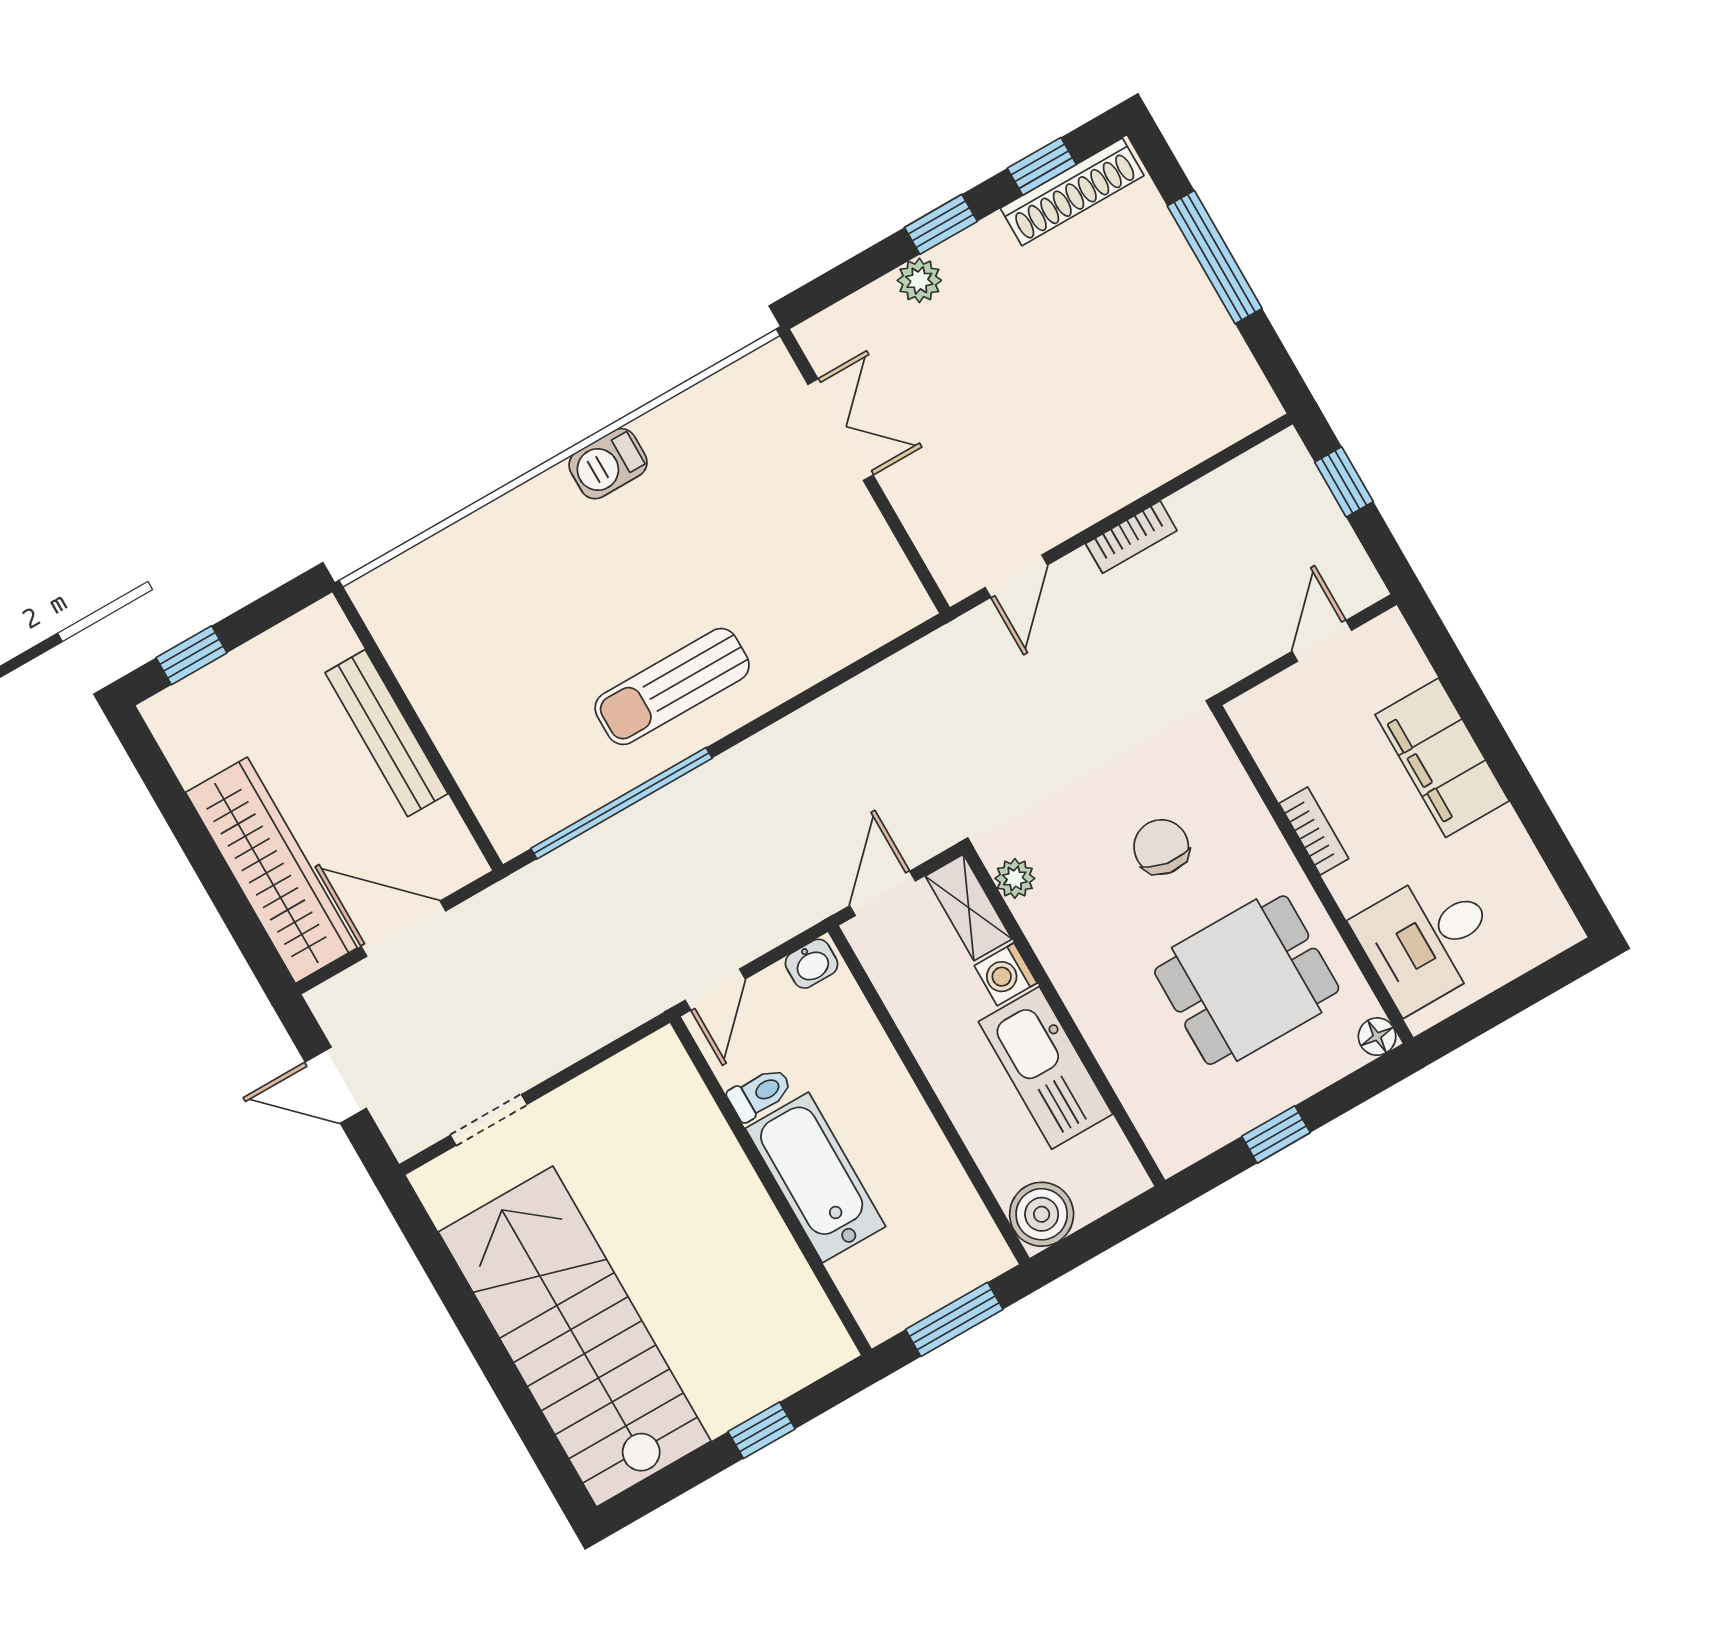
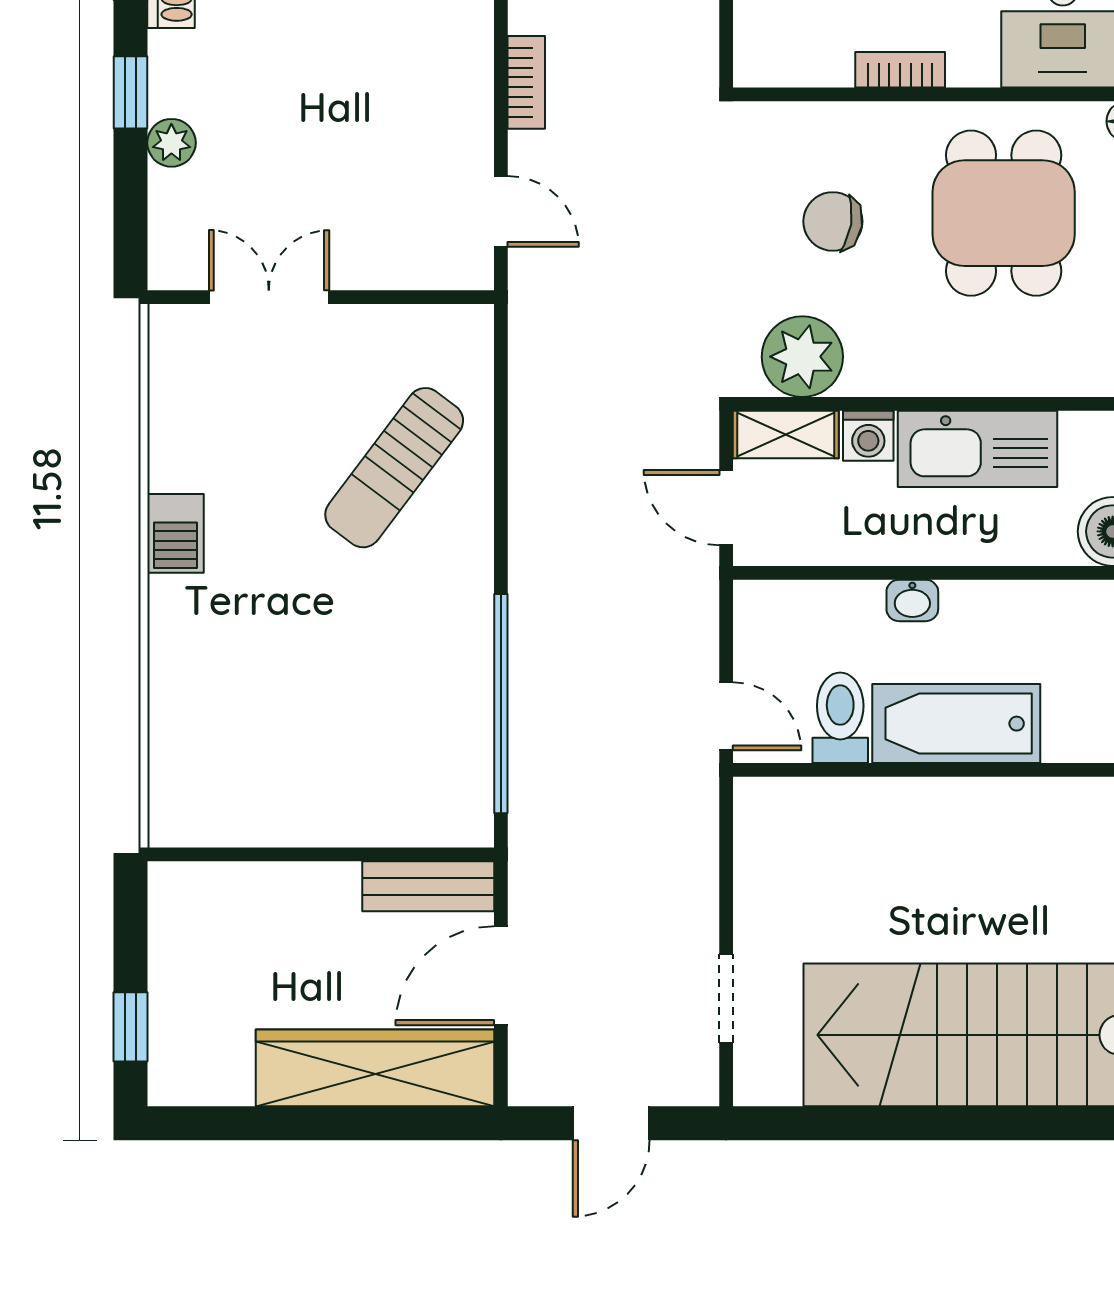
sun lounger: (672, 687) -> (394, 468), moved, turned 37
bench: (386, 733) -> (428, 886), moved, width x0.73
plant: (1015, 878) -> (802, 357), width x1.88, depth x1.88
washbasin: (812, 964) -> (912, 600), moved, turned 90
toilet: (760, 1094) -> (840, 718), width x1.37, depth x1.39

